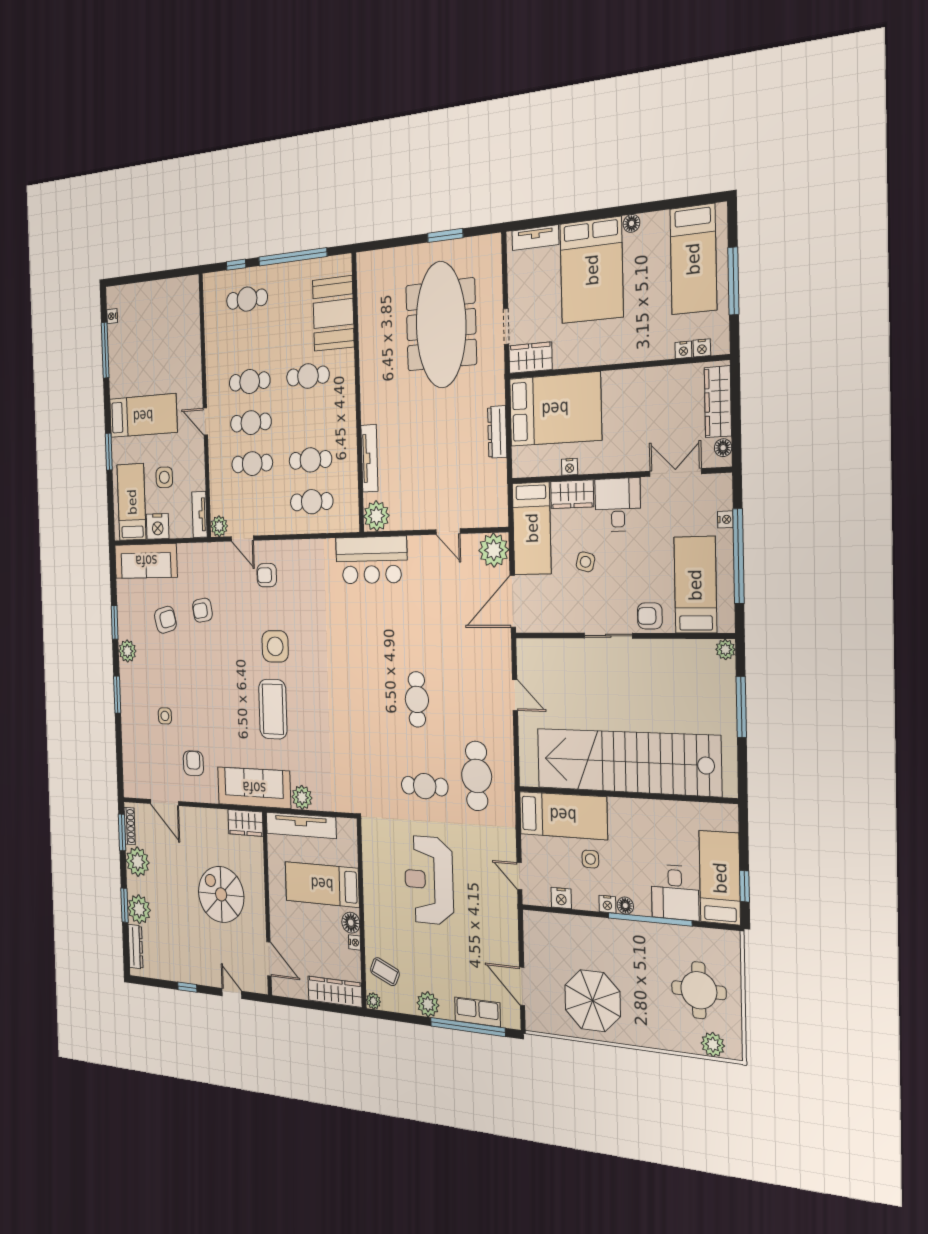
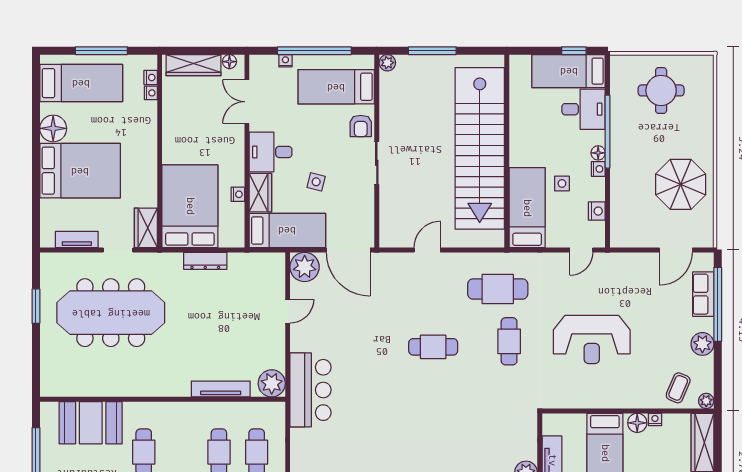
floor lamp: (632, 223) -> (53, 128), width x1.89, depth x1.89
tv unit: (535, 238) -> (77, 240), moved, turned -90
plant: (713, 1045) -> (704, 79), removed

